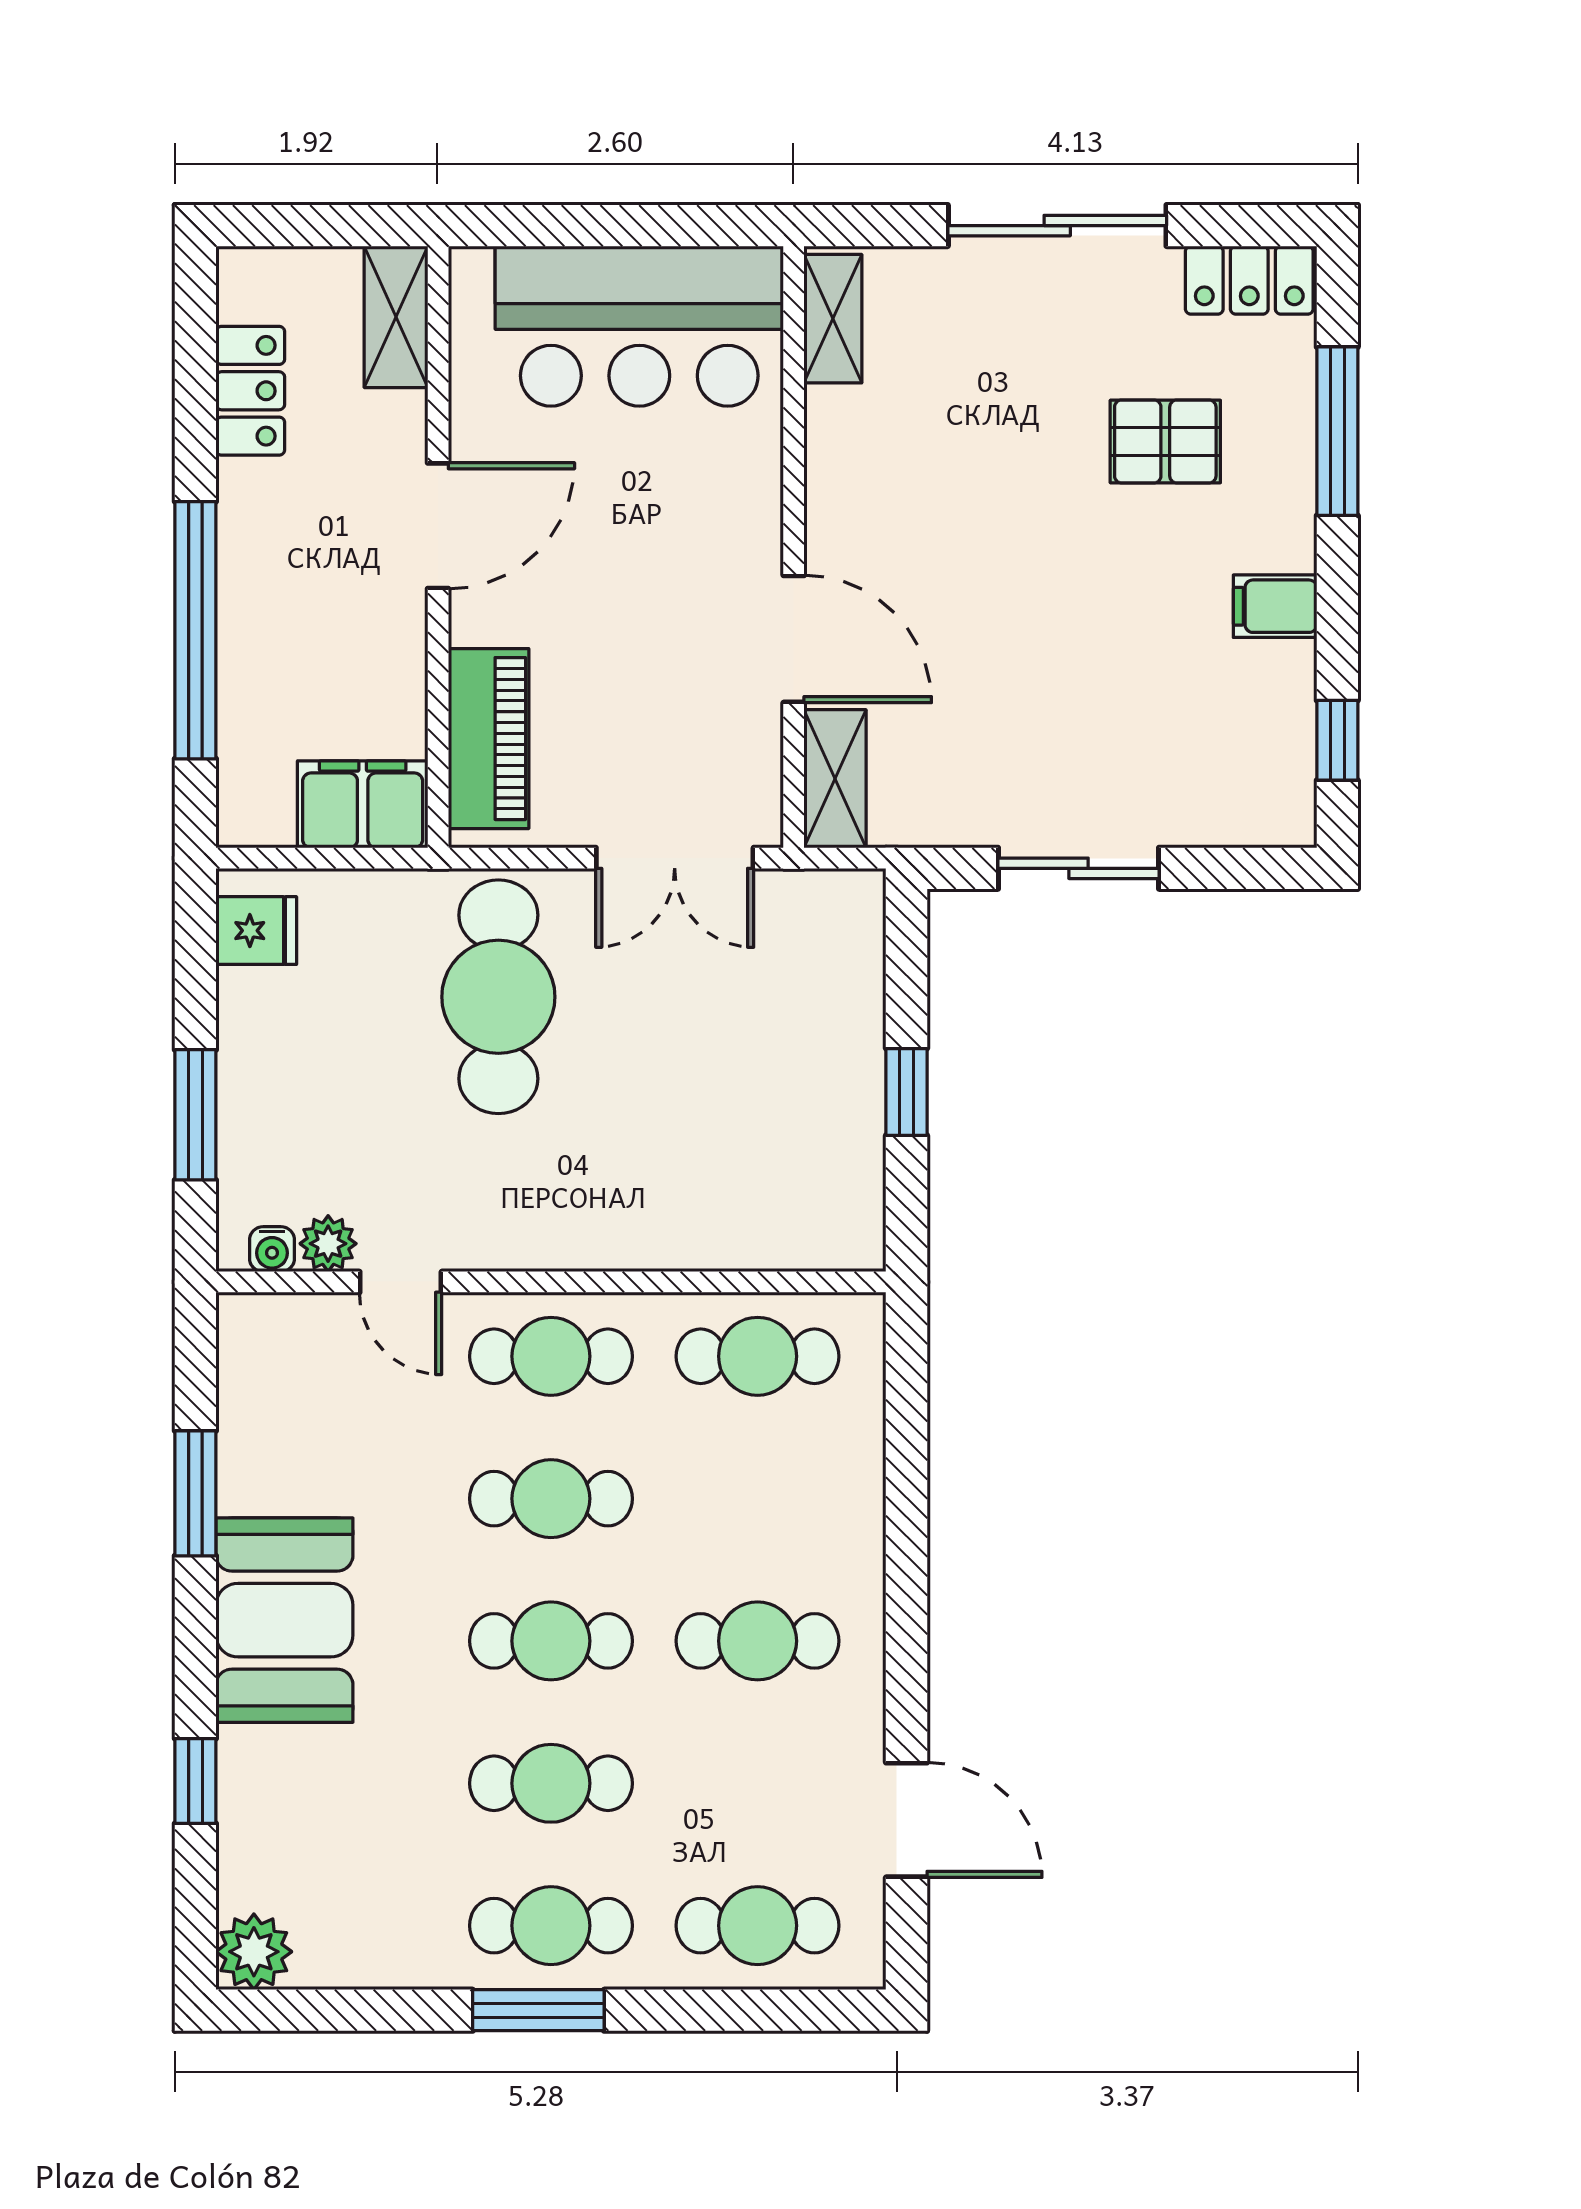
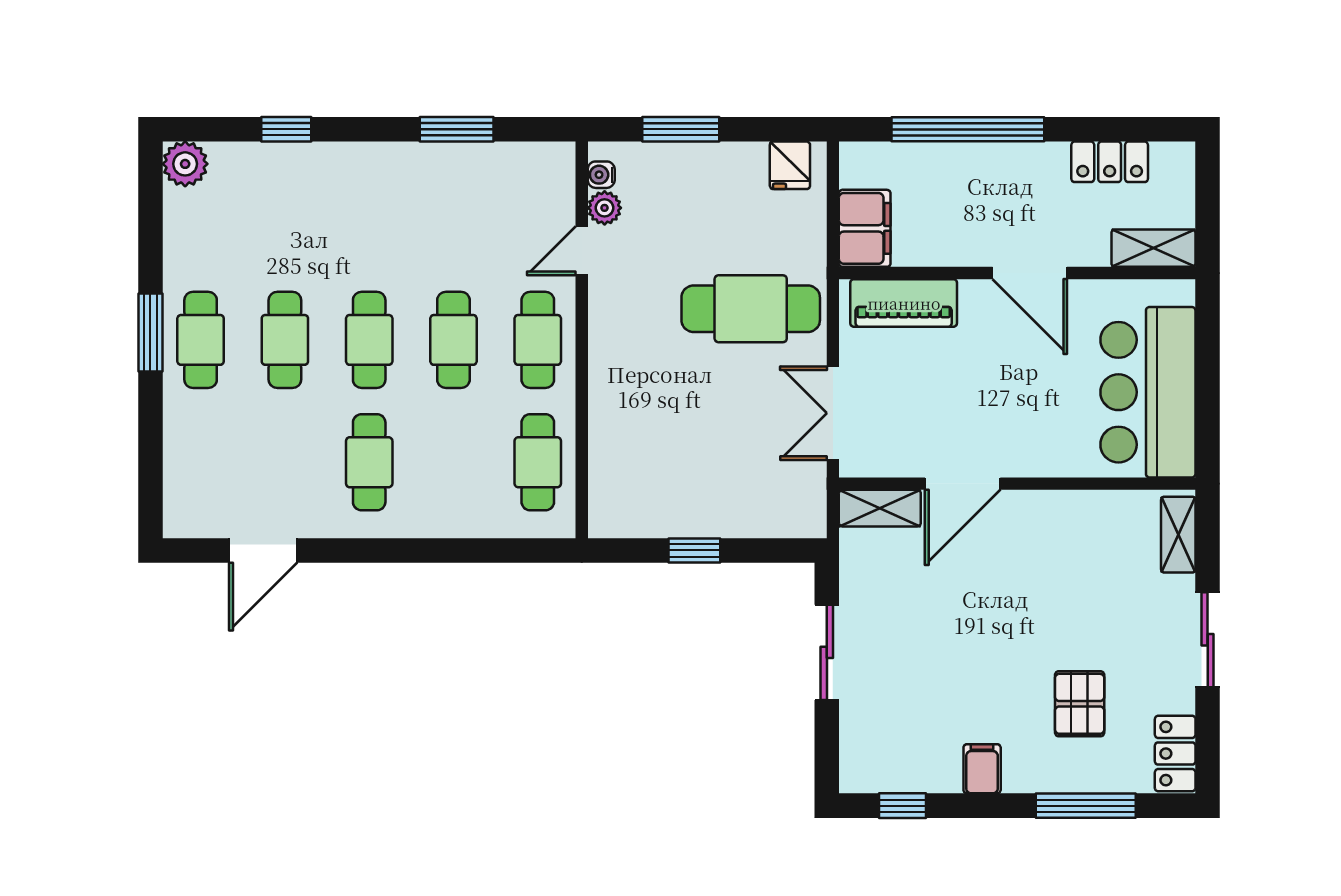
sliding door: (1057, 226) -> (1208, 640), width x0.73
shelving: (833, 319) -> (1178, 535), moved, turned 90
booth: (284, 1620) -> (382, 182), removed
cafe table: (758, 1926) -> (201, 462), removed

